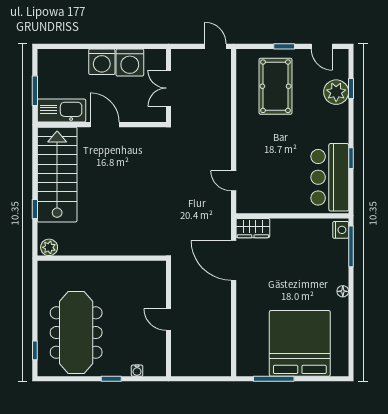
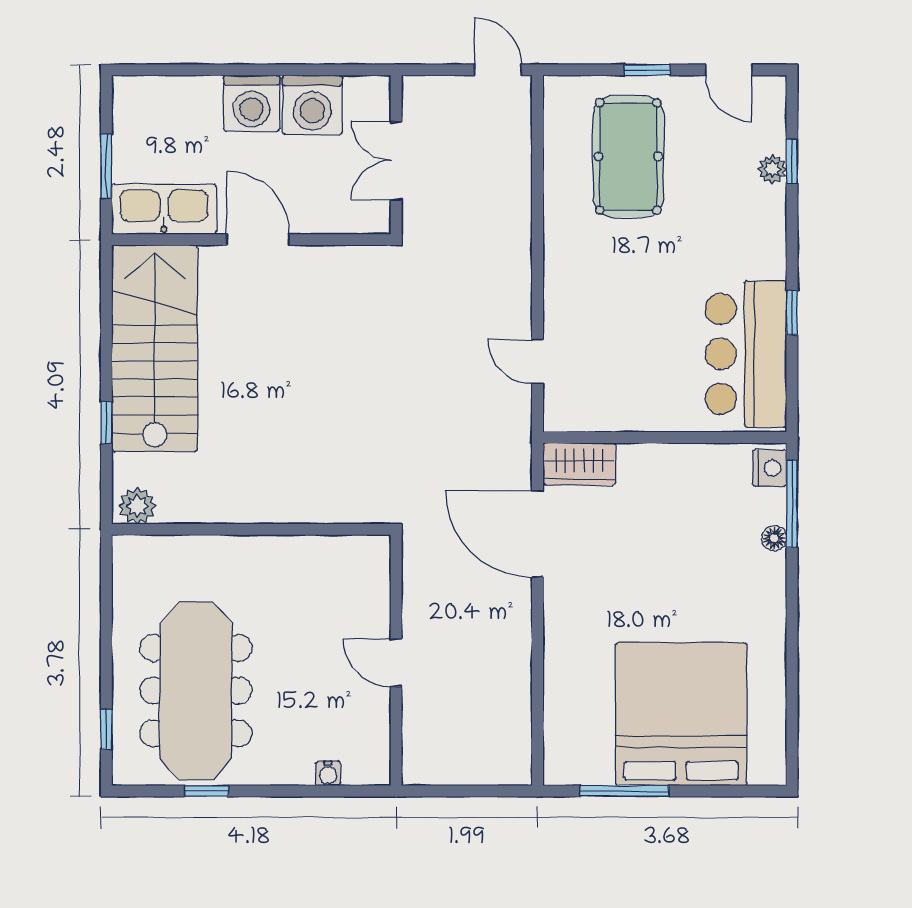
plant: (336, 92) -> (772, 169), width x0.53, depth x0.53
floor lamp: (343, 291) -> (774, 538), moved
window: (111, 379) -> (207, 791), moved

